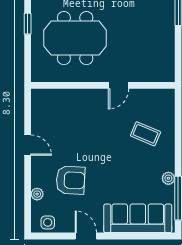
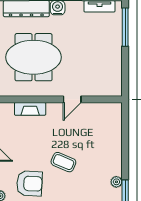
fireplace: (71, 96) -> (30, 109), added
coffee table: (145, 134) -> (63, 162), moved

